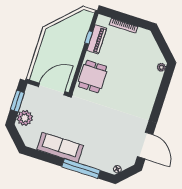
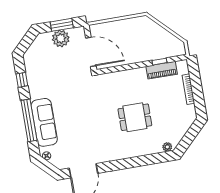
dining table: (93, 77) -> (135, 117), moved
plant: (25, 118) -> (61, 38), moved
sofa: (60, 148) -> (44, 122), moved
window: (45, 157) -> (22, 80), added

